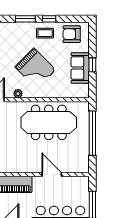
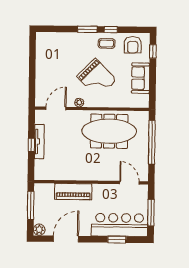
armchair: (72, 34) -> (133, 45), turned -90
window: (92, 65) -> (153, 51), moved
door: (52, 175) -> (129, 183), moved

